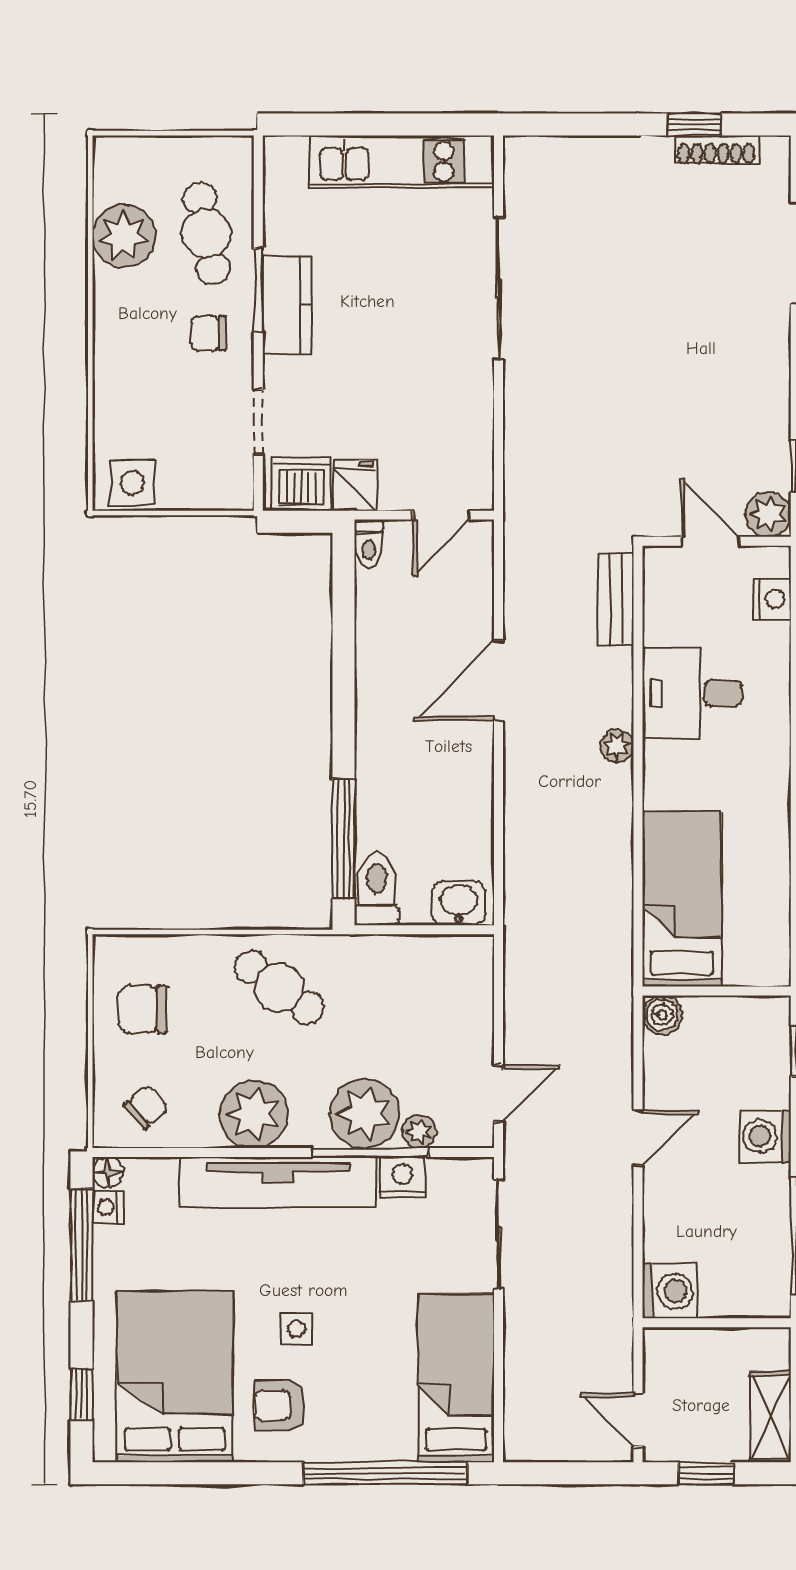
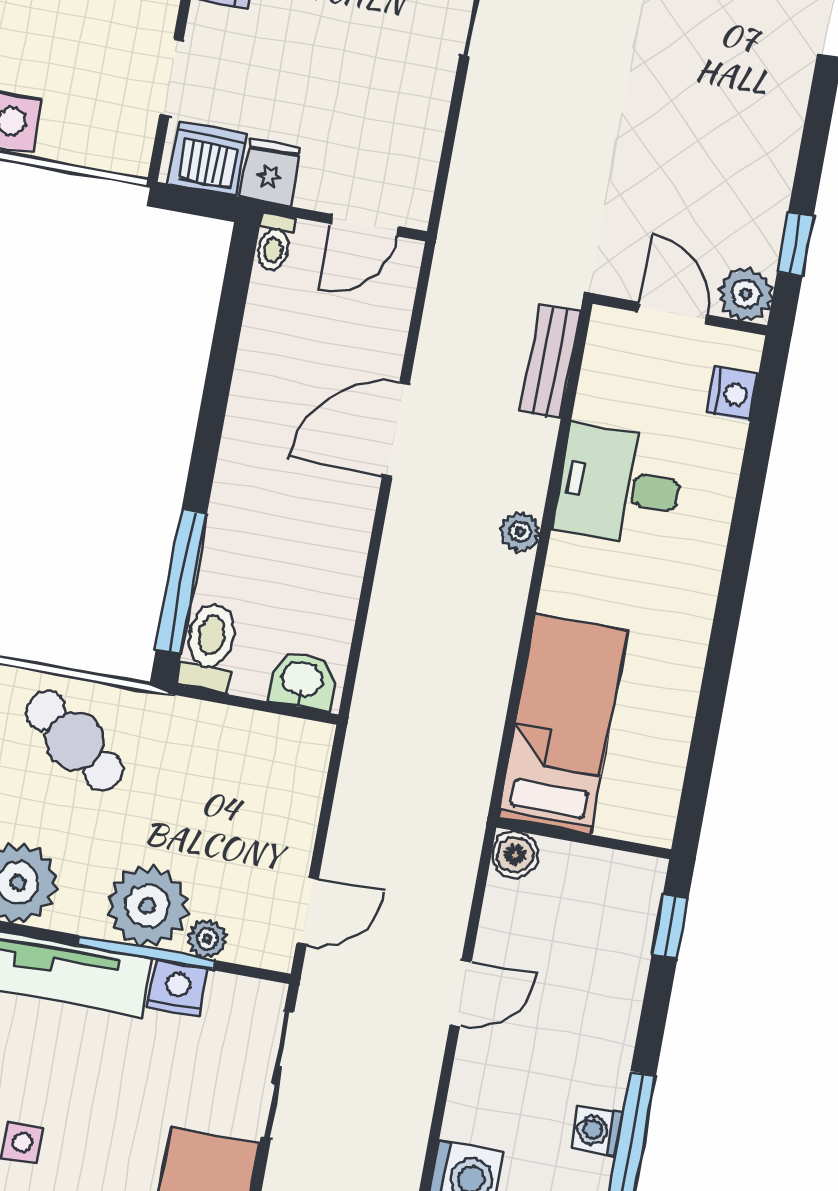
washing machine: (765, 1136) -> (597, 1130), moved, width x0.73, depth x0.73

